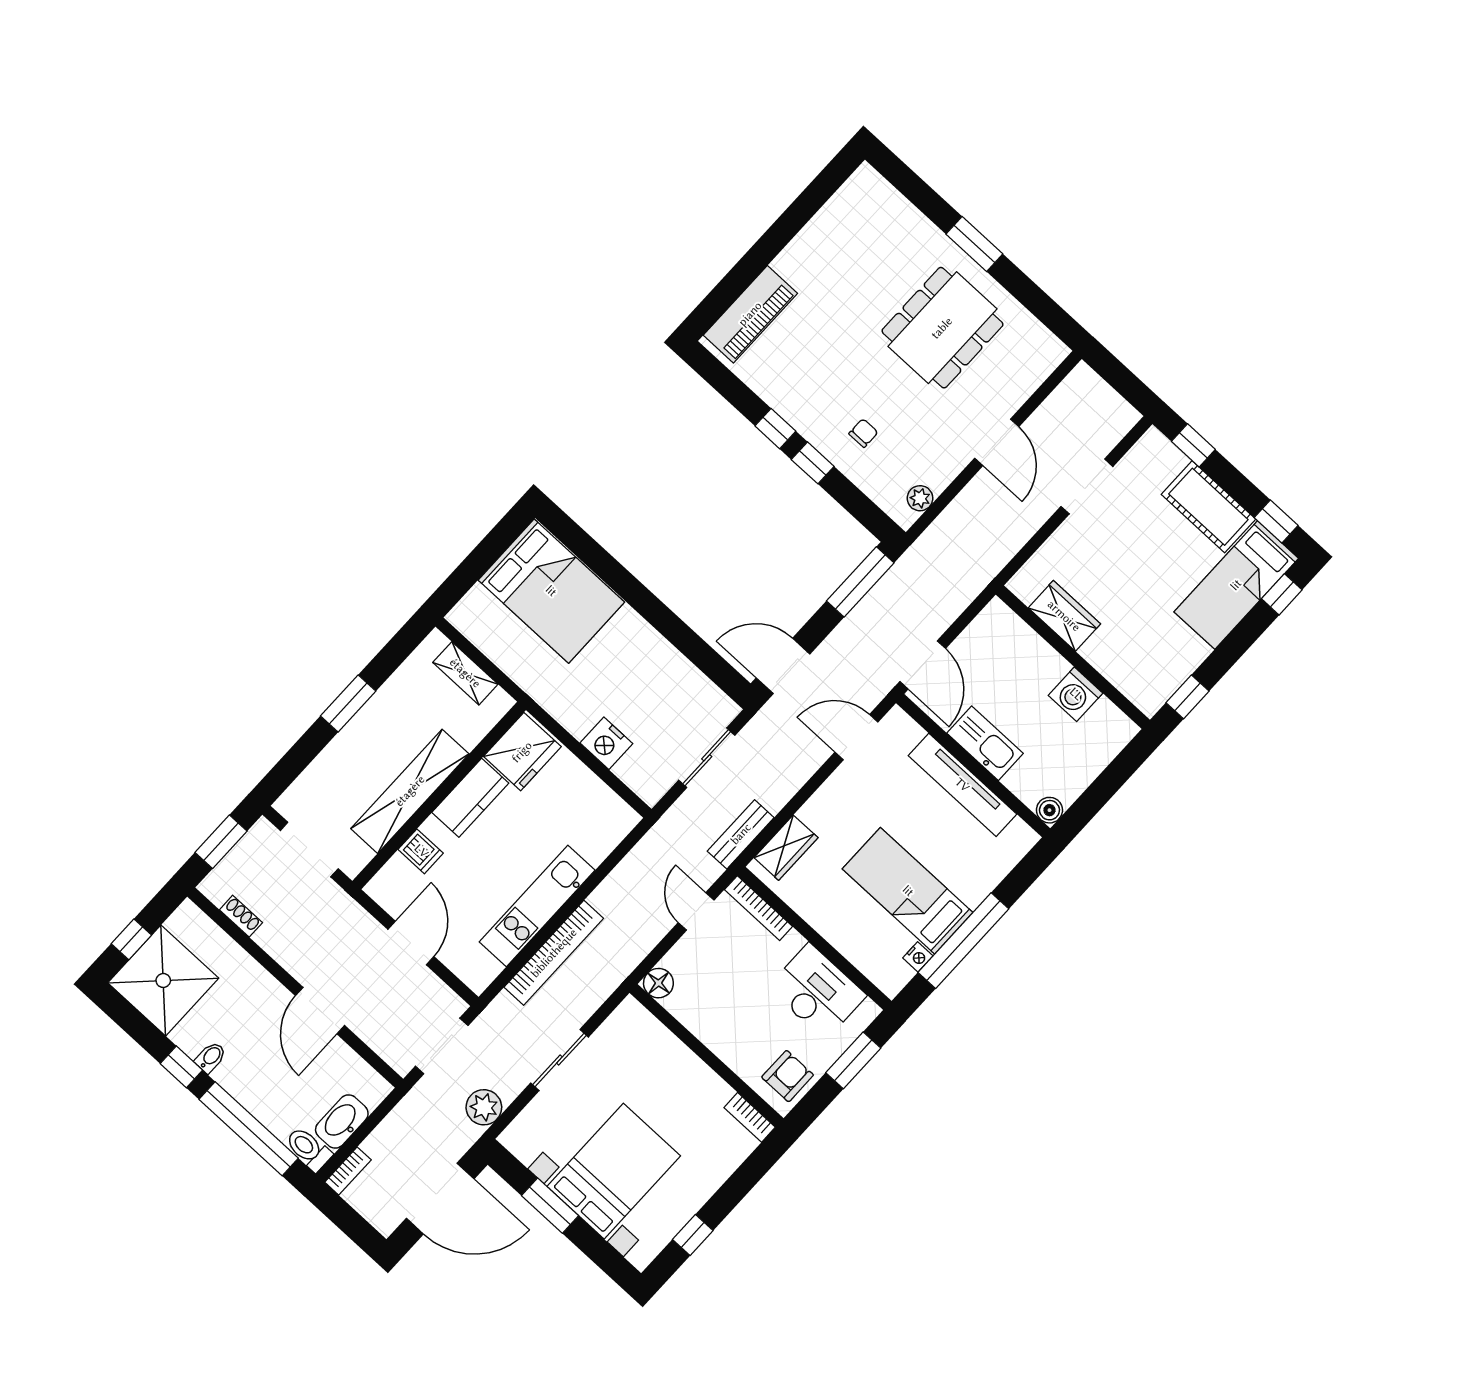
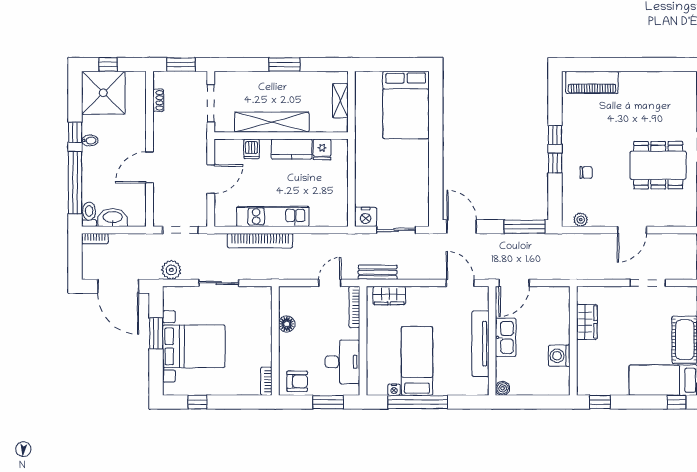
nightstand: (606, 743) -> (366, 217), moved, turned -90
fridge: (522, 752) -> (322, 149), width x0.53, depth x0.75
floor lamp: (658, 983) -> (287, 324), moved

